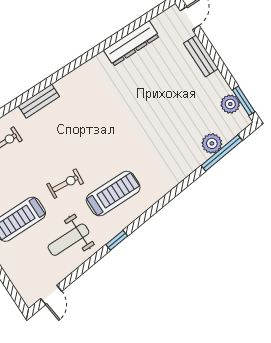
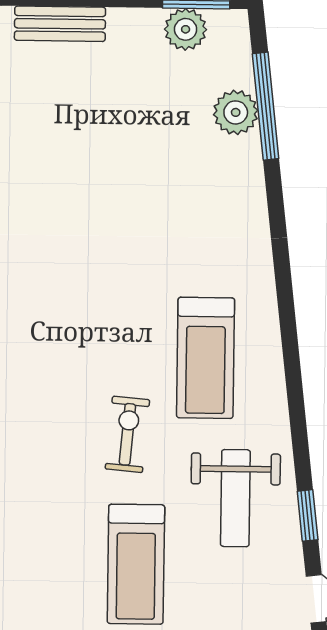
treadmill: (113, 194) -> (206, 358), turned 180
window: (117, 240) -> (308, 515), moved

